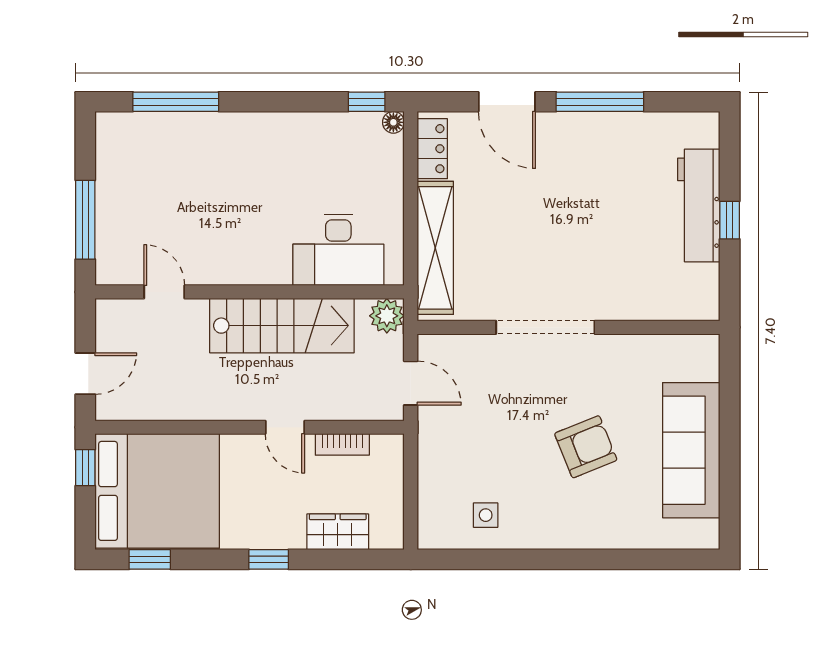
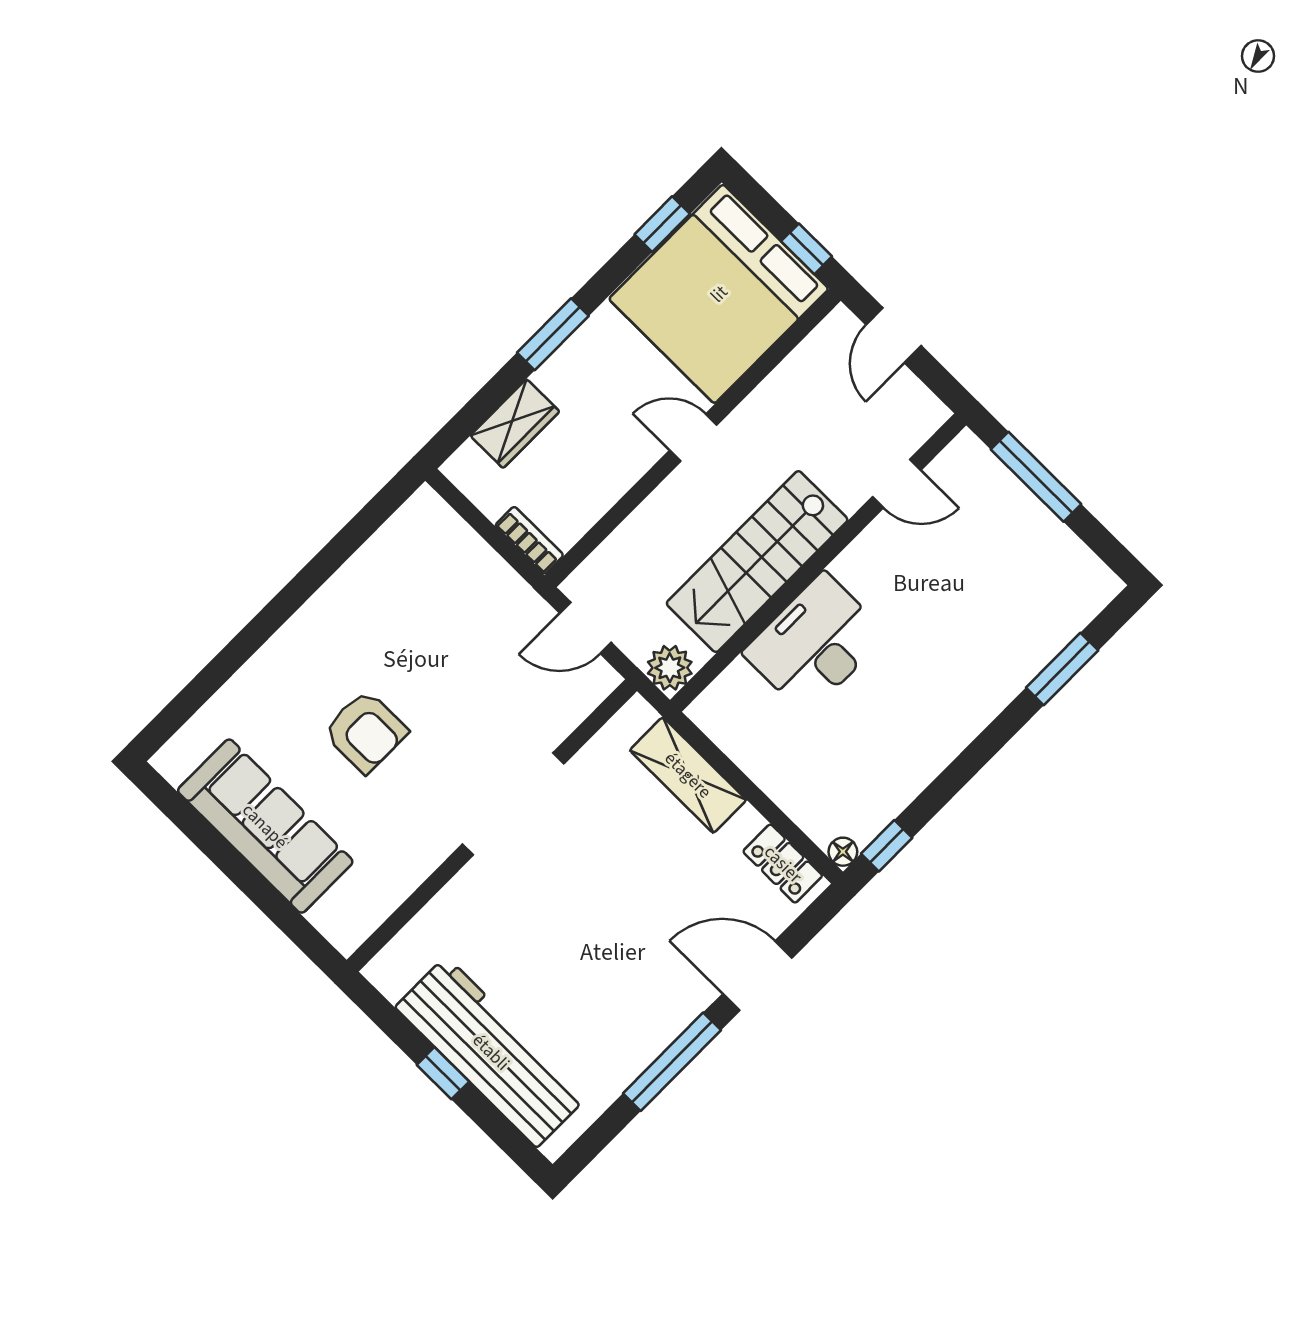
window: (176, 102) -> (1062, 669), width x0.69
workbench: (699, 205) -> (491, 1052), width x1.36, depth x1.32
shelving: (435, 248) -> (688, 775), width x0.68
desk: (338, 250) -> (815, 644), moved
door: (285, 427) -> (693, 438), moved
bookcase: (342, 444) -> (529, 540), moved, turned 90
armchair: (586, 447) -> (365, 732), turned -68
side table: (486, 515) -> (394, 576), removed
window: (269, 559) -> (553, 334), width x1.50

